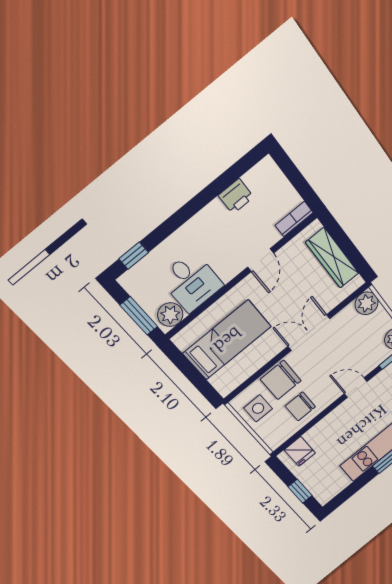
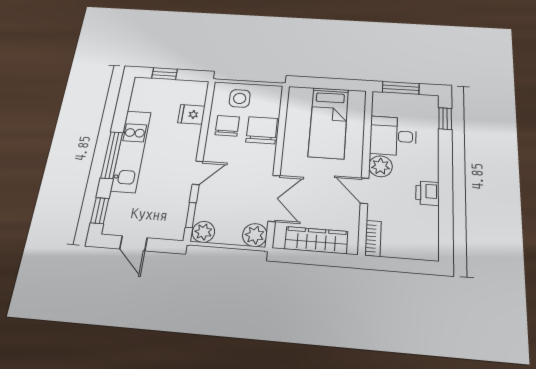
printer: (236, 196) -> (428, 193), moved
plant: (170, 315) -> (381, 166), moved
double door: (309, 333) -> (274, 198), moved
side table: (258, 408) -> (240, 98), moved
fridge: (300, 451) -> (191, 114), moved

